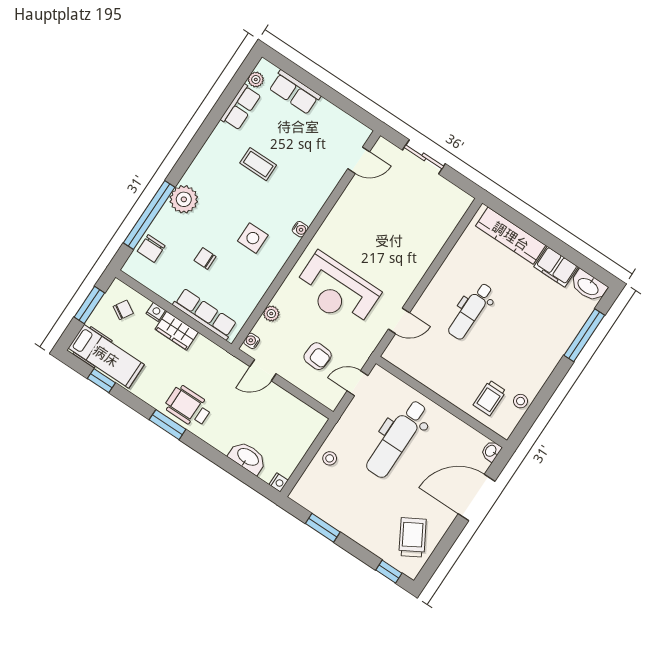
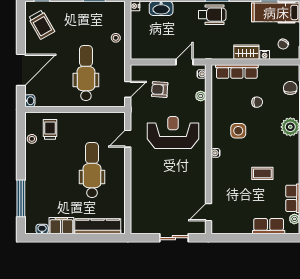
washbasin: (588, 286) -> (42, 229), width x0.52, depth x0.69
dental chair: (471, 311) -> (92, 170), width x1.36, depth x1.38

